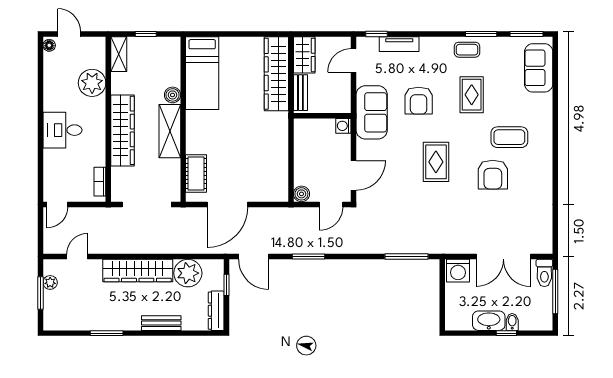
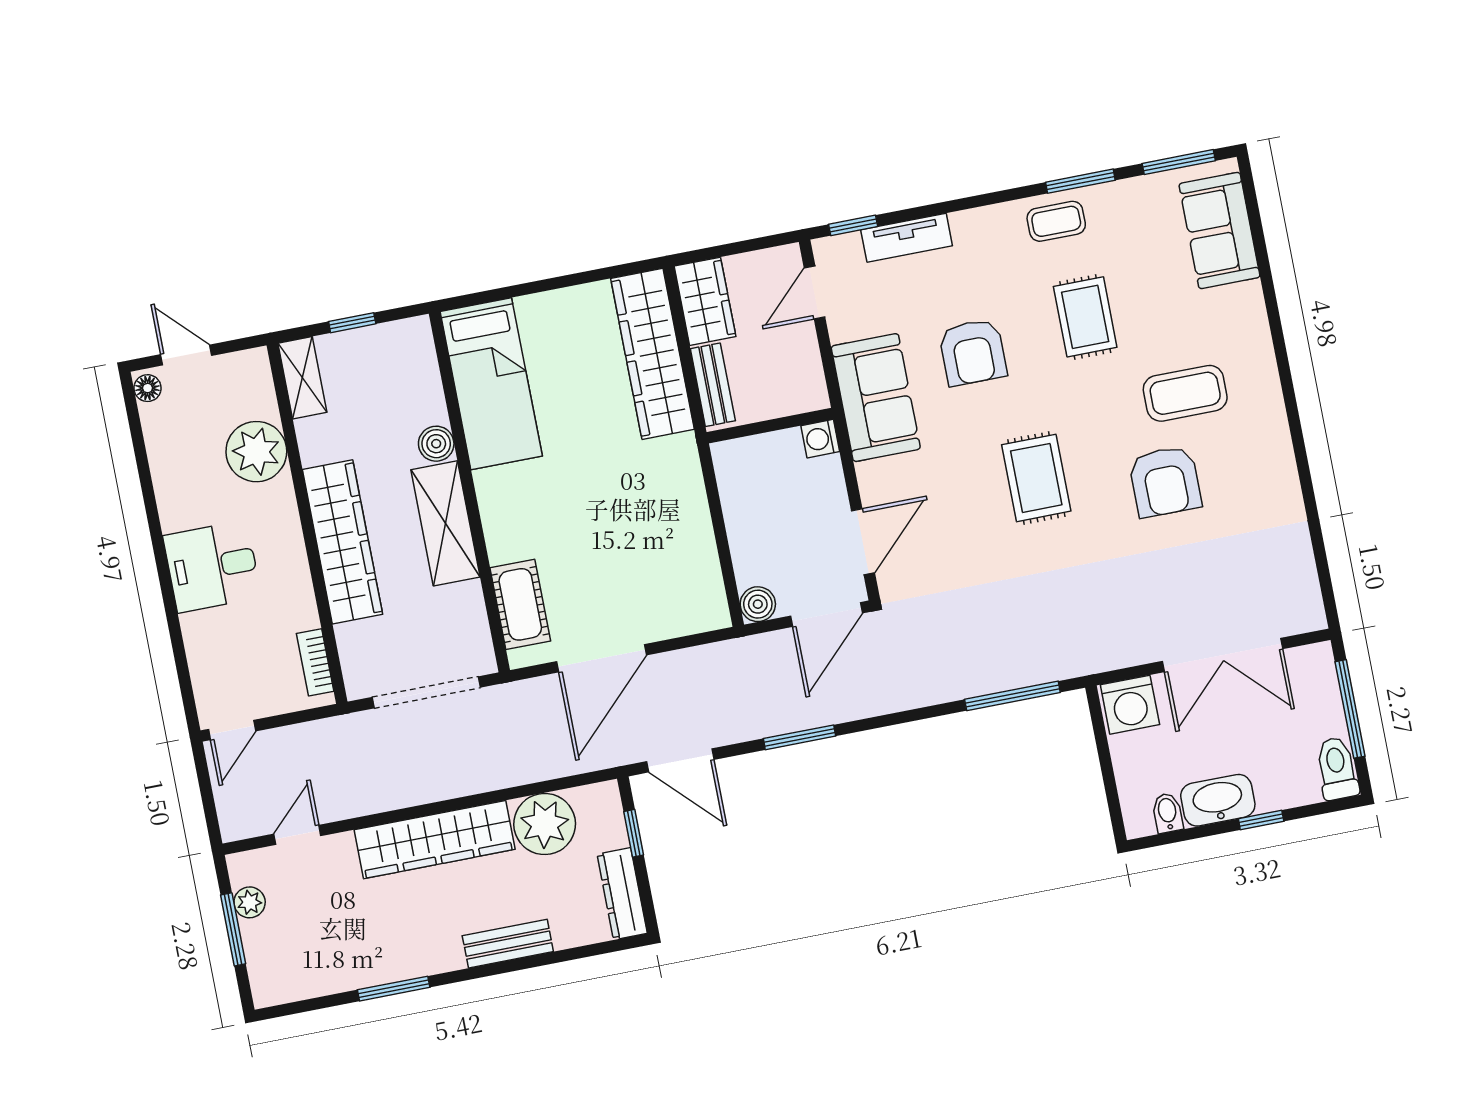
door: (331, 204) -> (826, 615), width x1.37
toilet: (544, 273) -> (1337, 768), moved, turned 180
bidet: (512, 322) -> (1168, 813), moved

